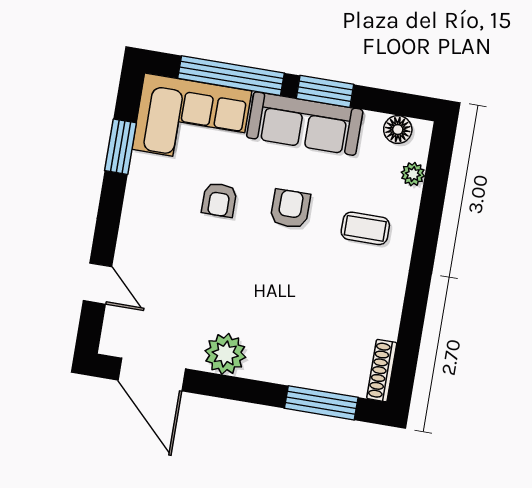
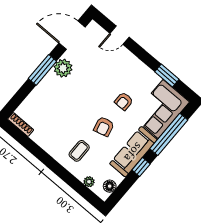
window: (325, 91) -> (141, 167), width x0.67
armchair: (219, 200) -> (124, 101), turned -90
armchair: (290, 209) -> (104, 127), turned 75
window: (321, 403) -> (42, 70), moved

